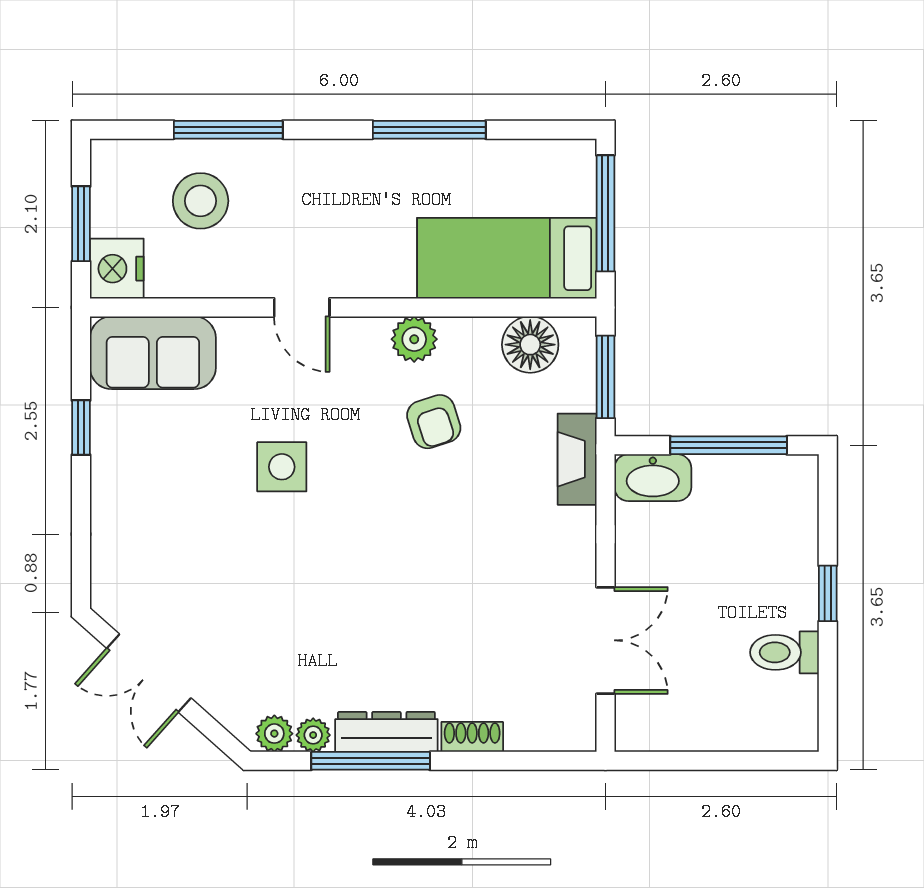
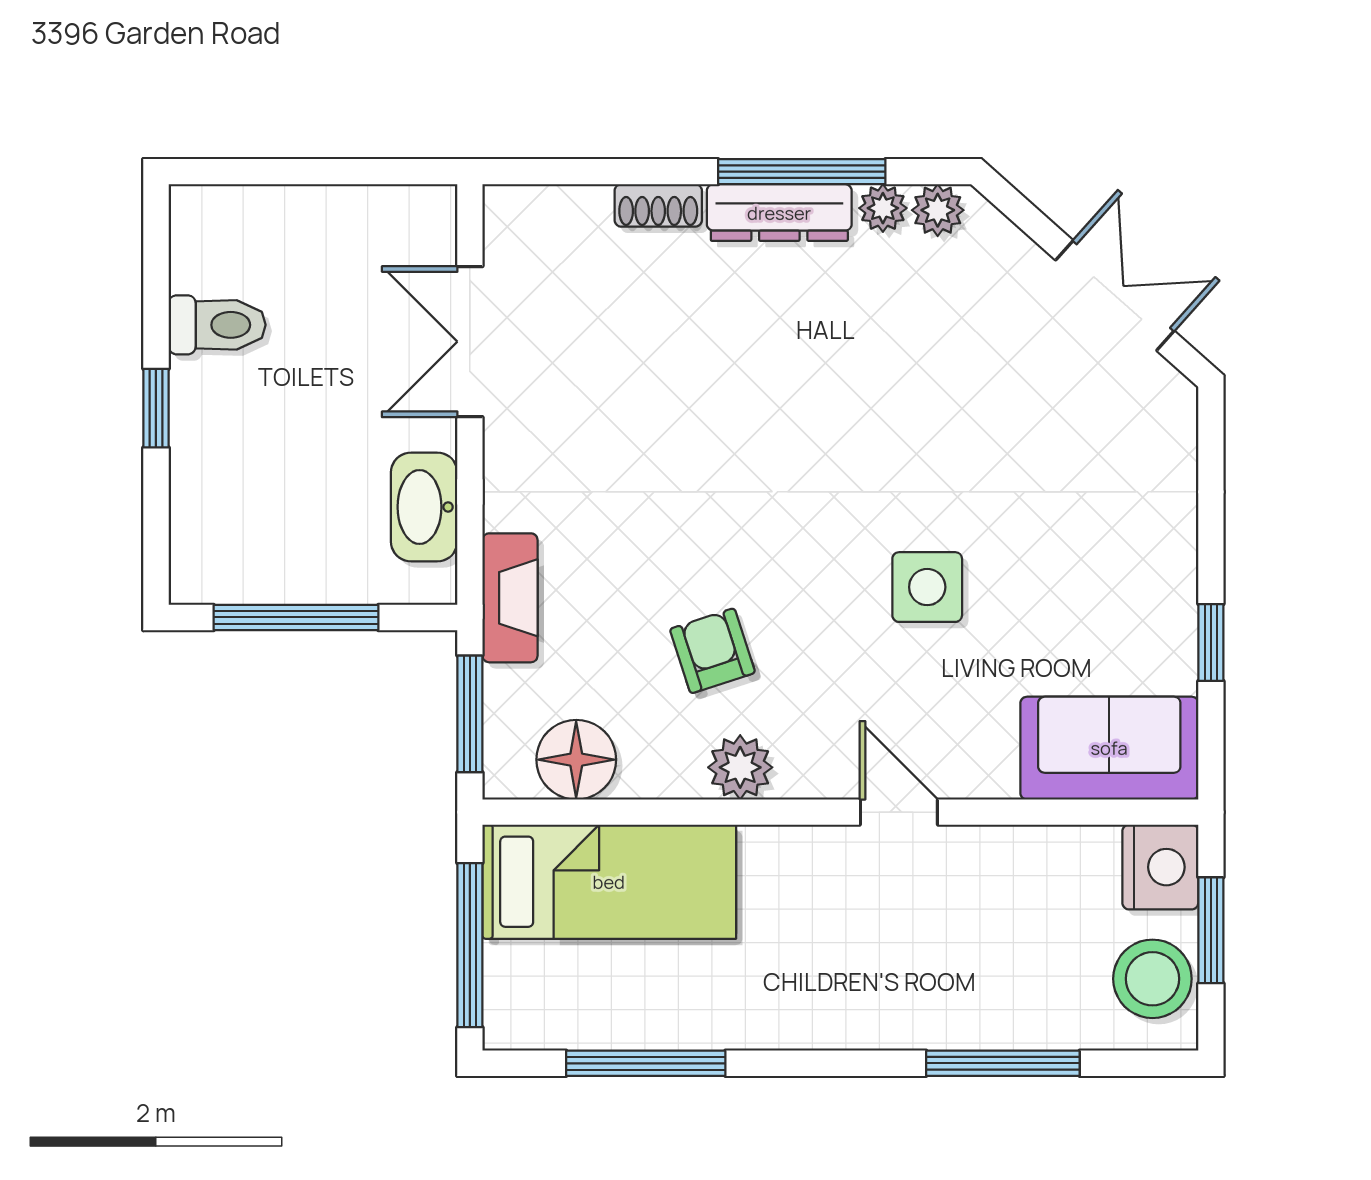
window: (429, 130) -> (646, 1063), moved
stool: (201, 201) -> (1152, 979), moved
washbasin: (653, 478) -> (424, 507), moved, turned -90

